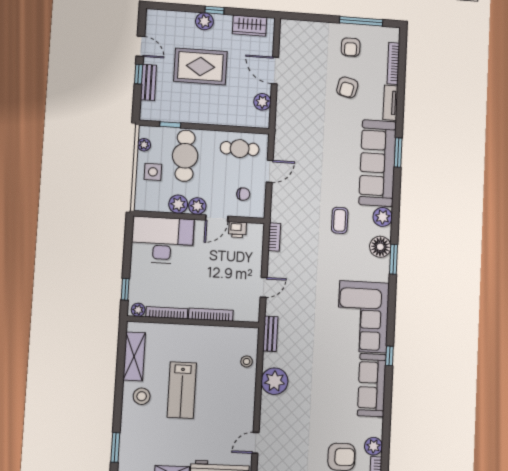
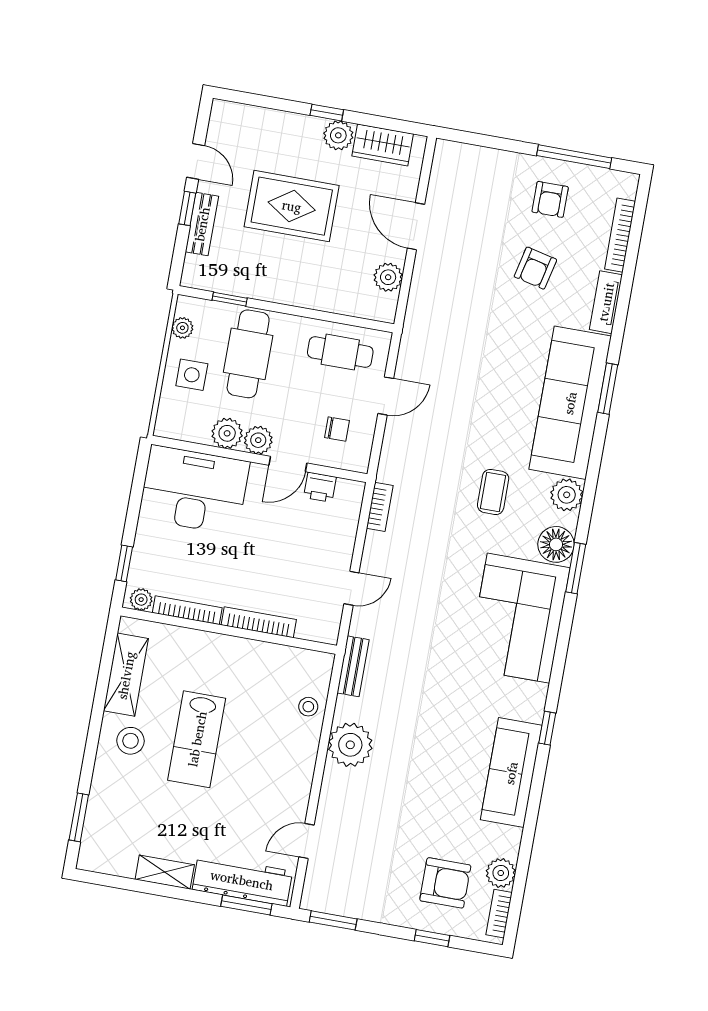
plant: (204, 21) -> (338, 135), moved
corner sofa: (363, 317) -> (519, 618), moved

